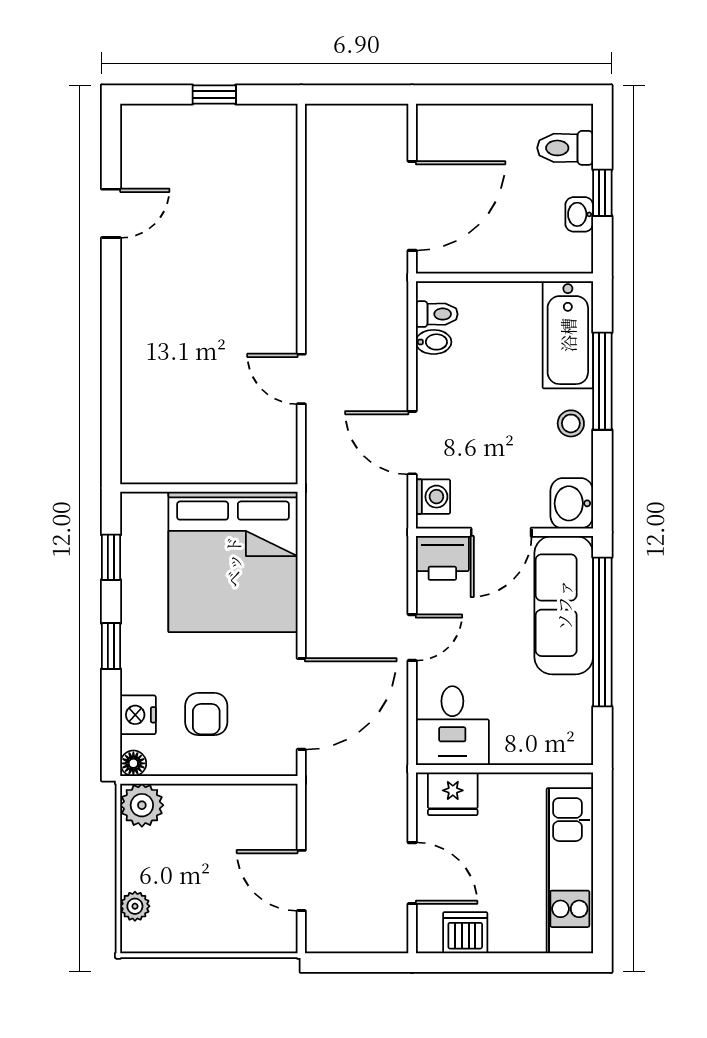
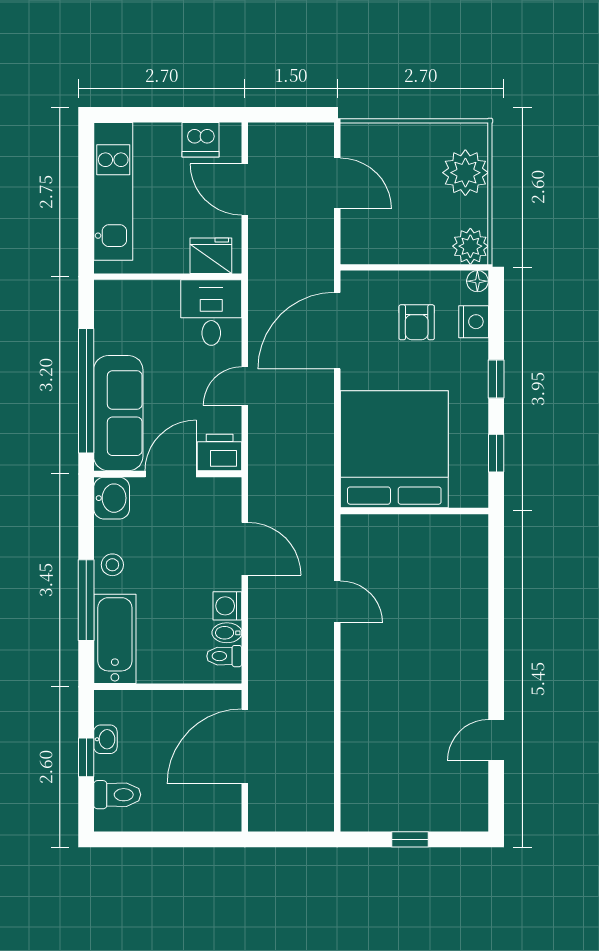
washing machine: (433, 497) -> (227, 606), moved
armchair: (206, 714) -> (417, 322), turned 180
plant: (135, 906) -> (465, 173), width x1.88, depth x1.88

